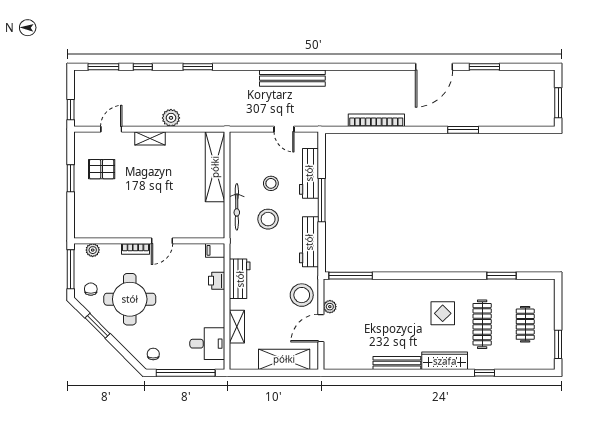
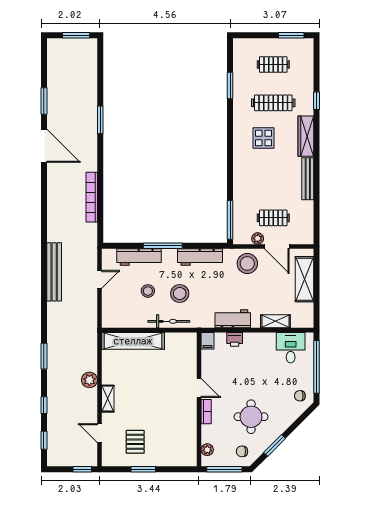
window: (103, 67) -> (44, 440), width x0.67
round table: (130, 299) -> (251, 417), width x0.73, depth x0.73
clothes rail: (353, 324) -> (273, 218), added

